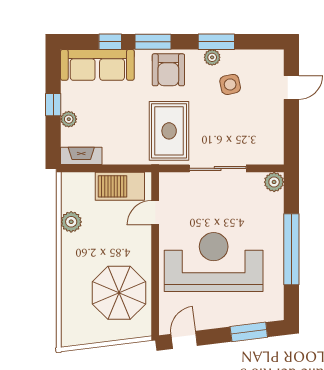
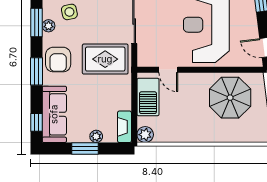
window: (110, 42) -> (36, 122), moved
armchair: (168, 70) -> (58, 60), turned 90
window: (53, 105) -> (85, 148), width x1.50
plant: (71, 222) -> (145, 135), moved

